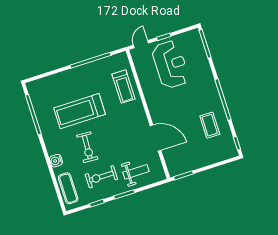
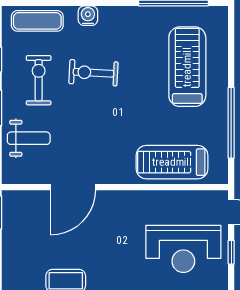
treadmill: (123, 87) -> (172, 162), width x1.37, depth x1.38
treadmill: (80, 111) -> (187, 67), moved
weight bench: (136, 172) -> (29, 138), turned -90

